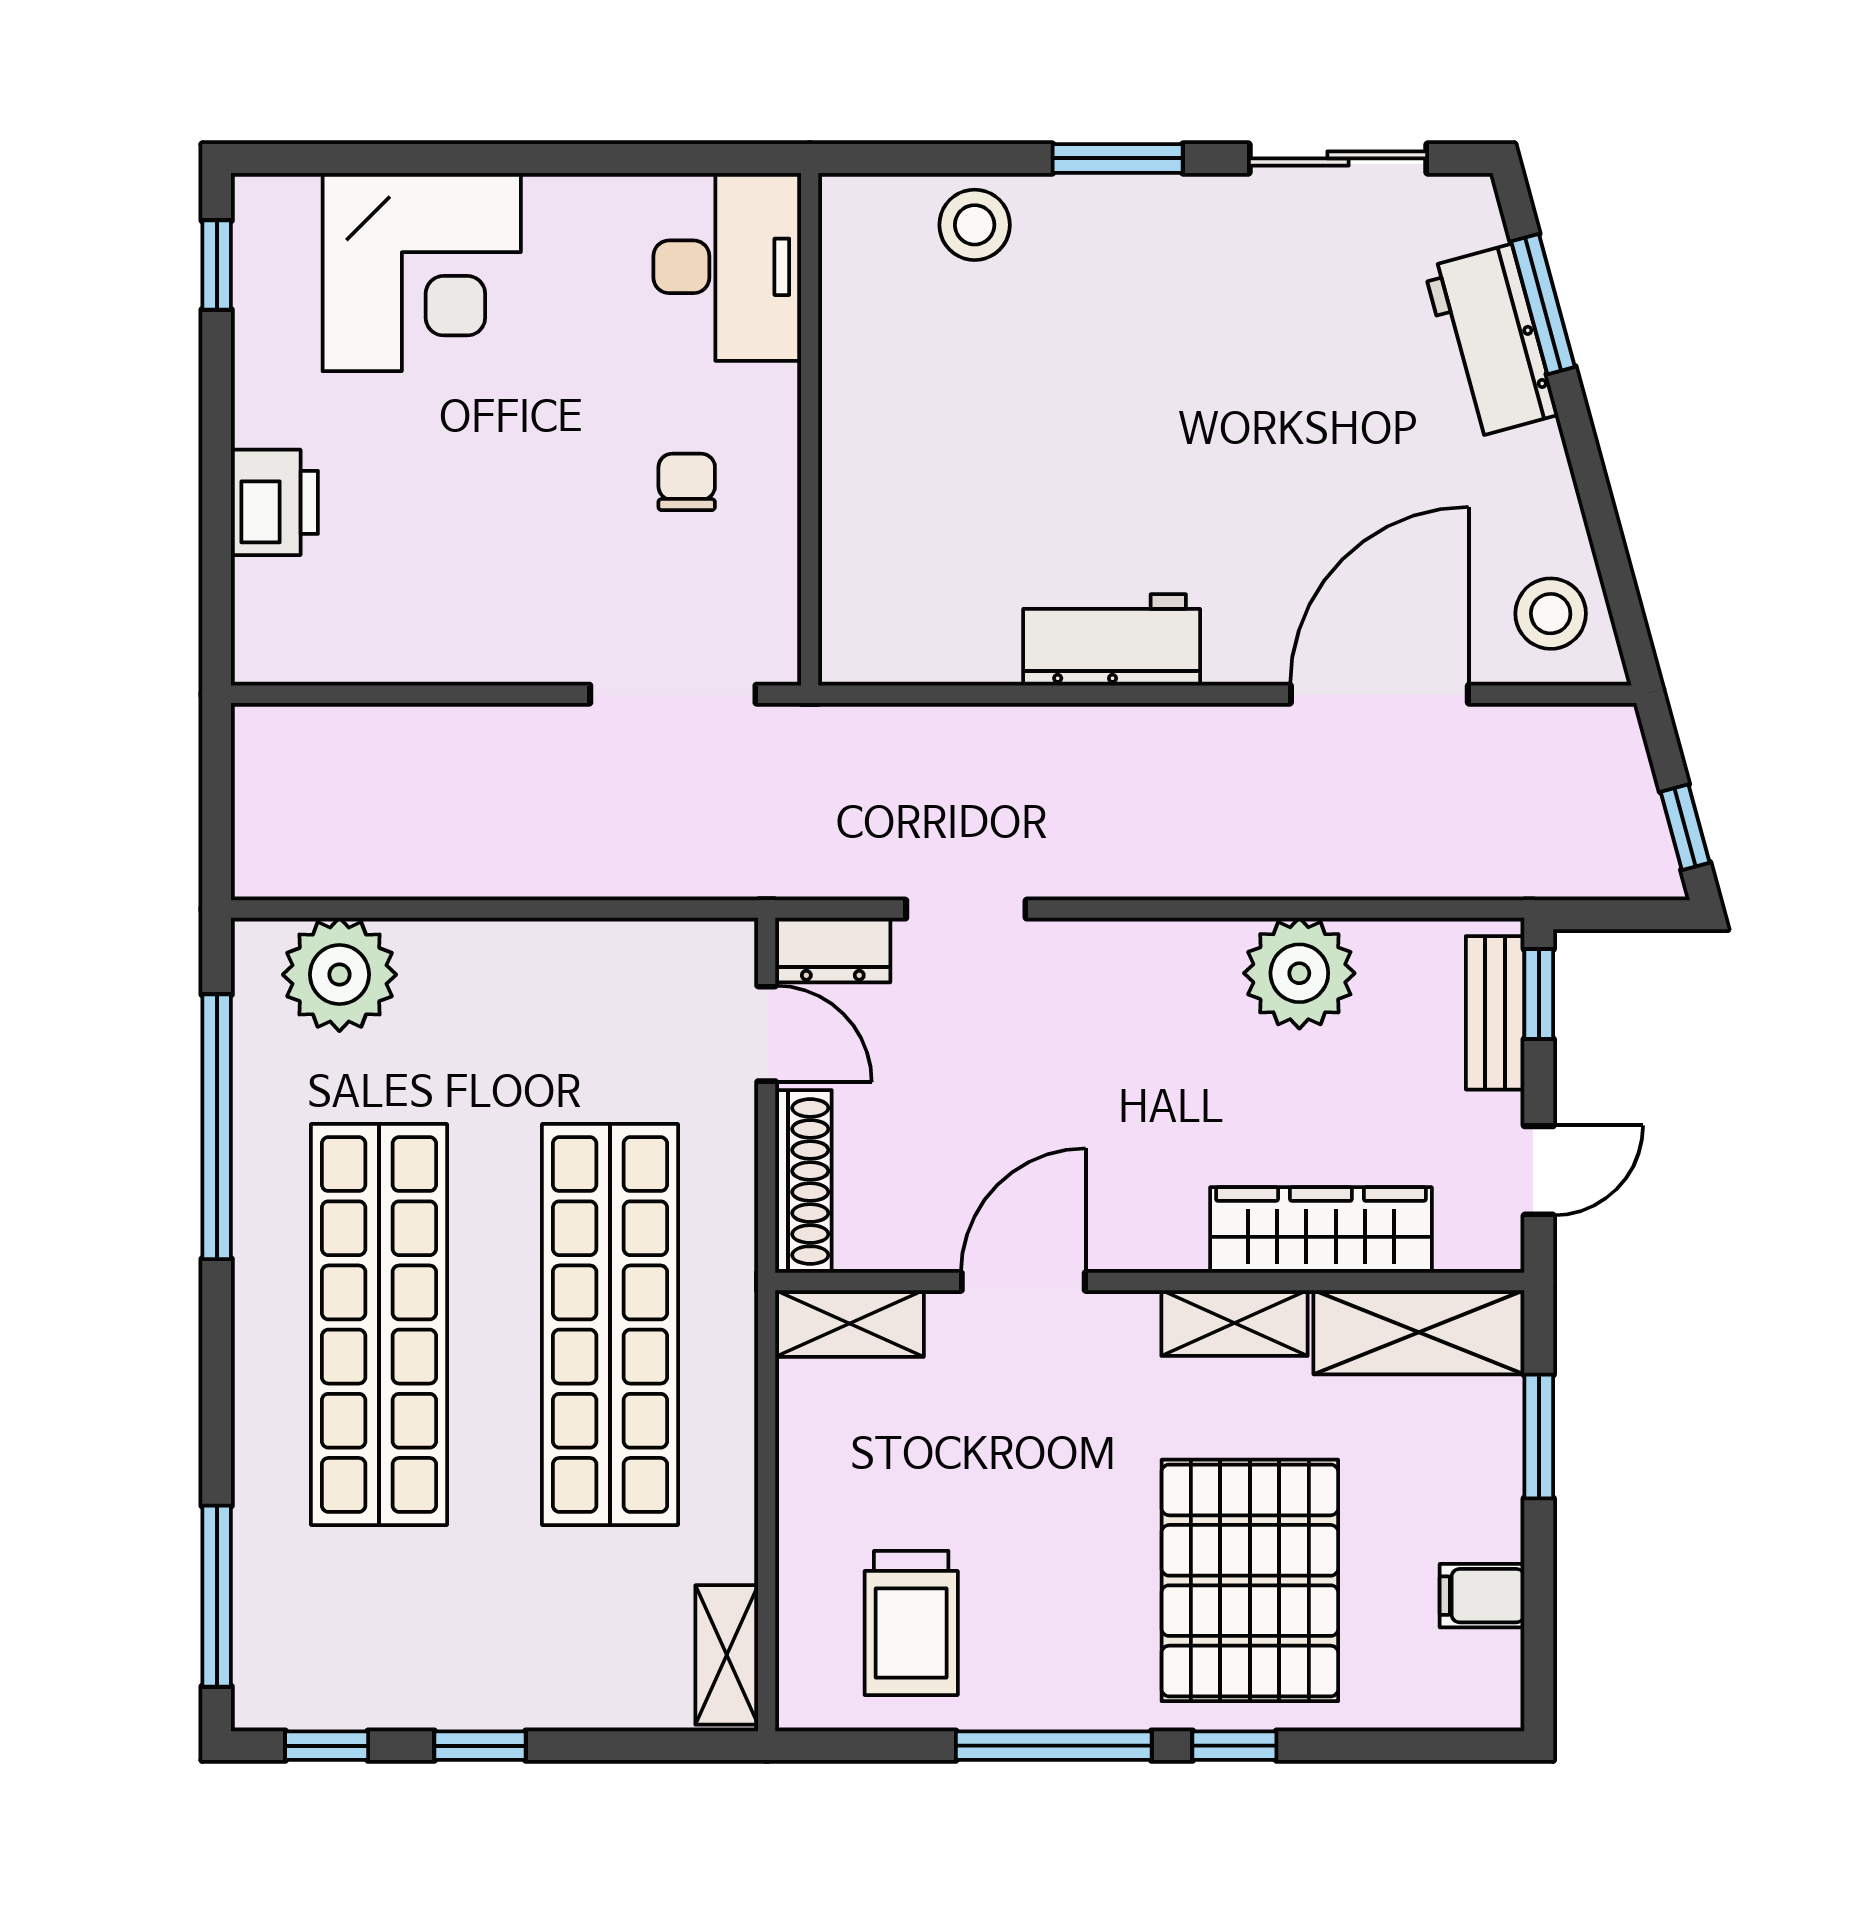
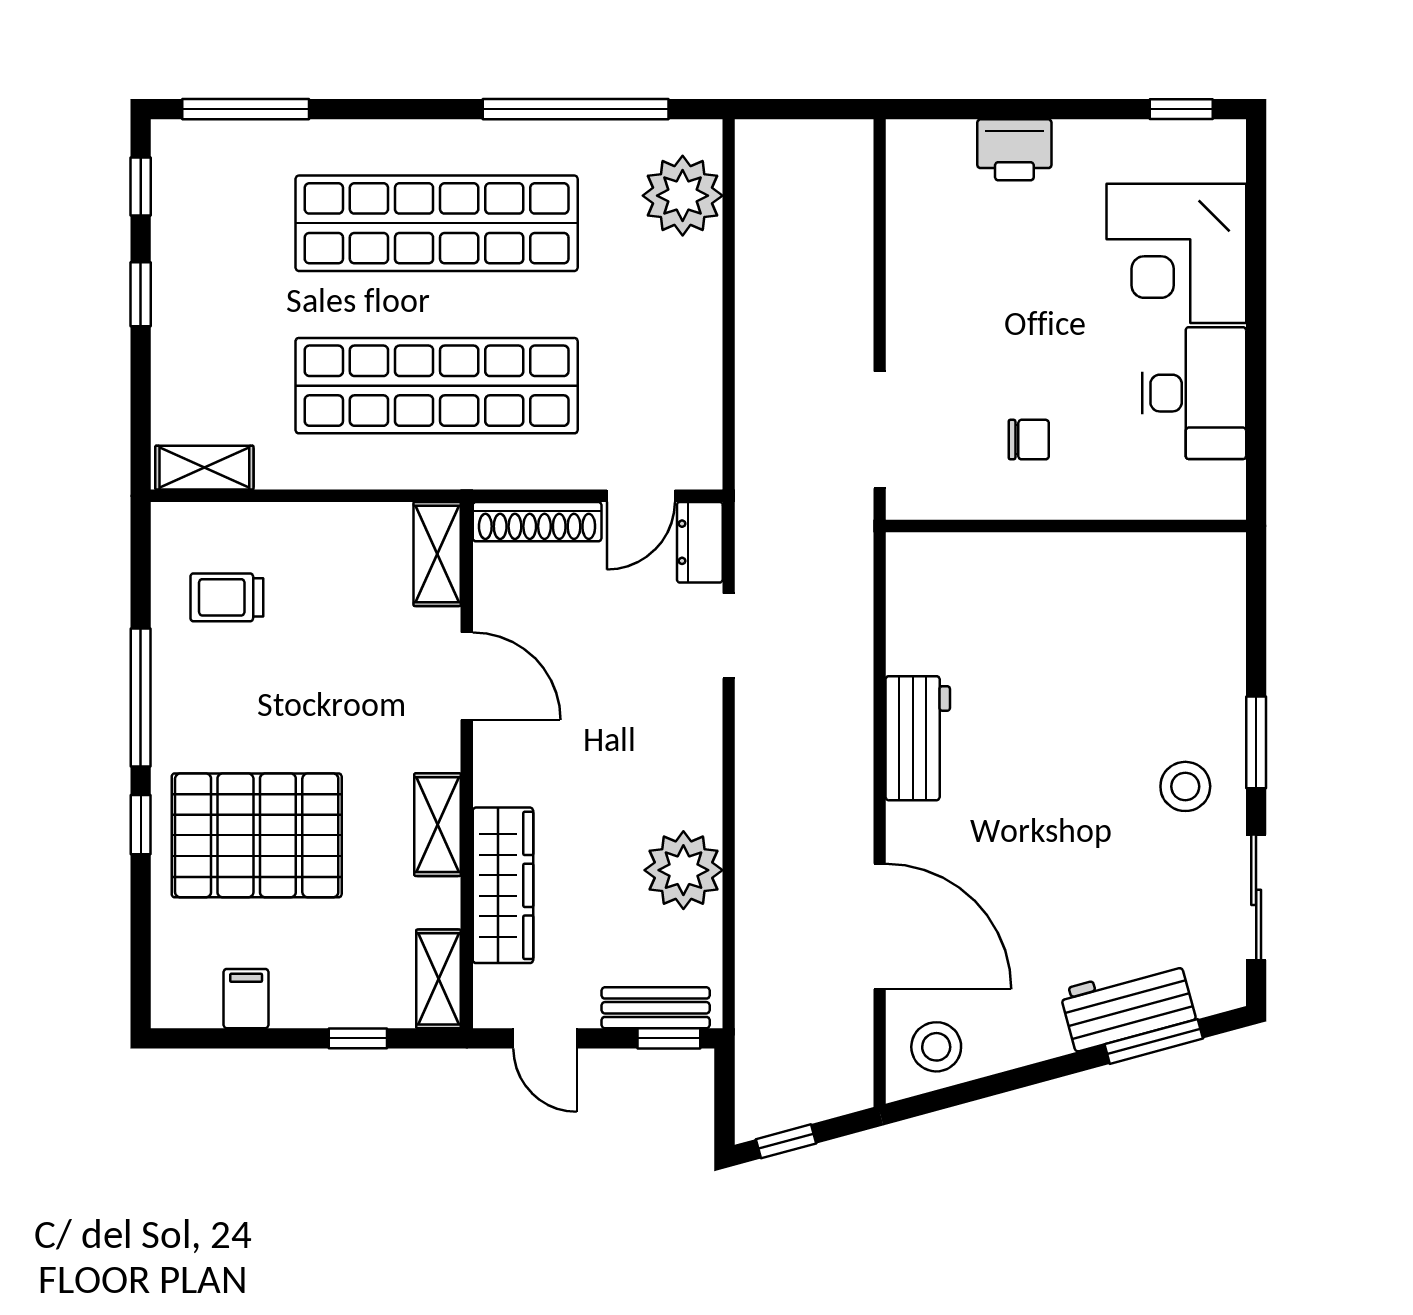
stool: (975, 225) -> (1185, 786), moved
desk: (727, 267) -> (1194, 393), moved, turned -90
shelving: (1419, 1332) -> (439, 979), width x0.67, depth x0.75
window: (1539, 1437) -> (358, 1038), width x0.67
trolley: (911, 1623) -> (227, 597), width x0.73, depth x0.72

